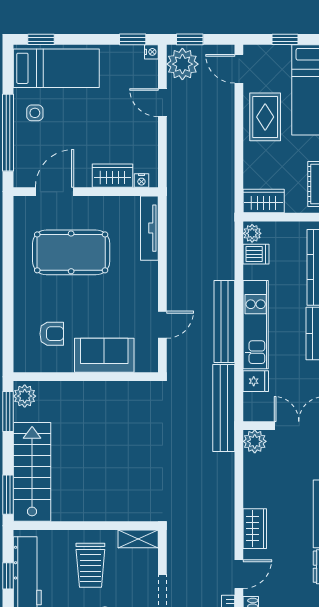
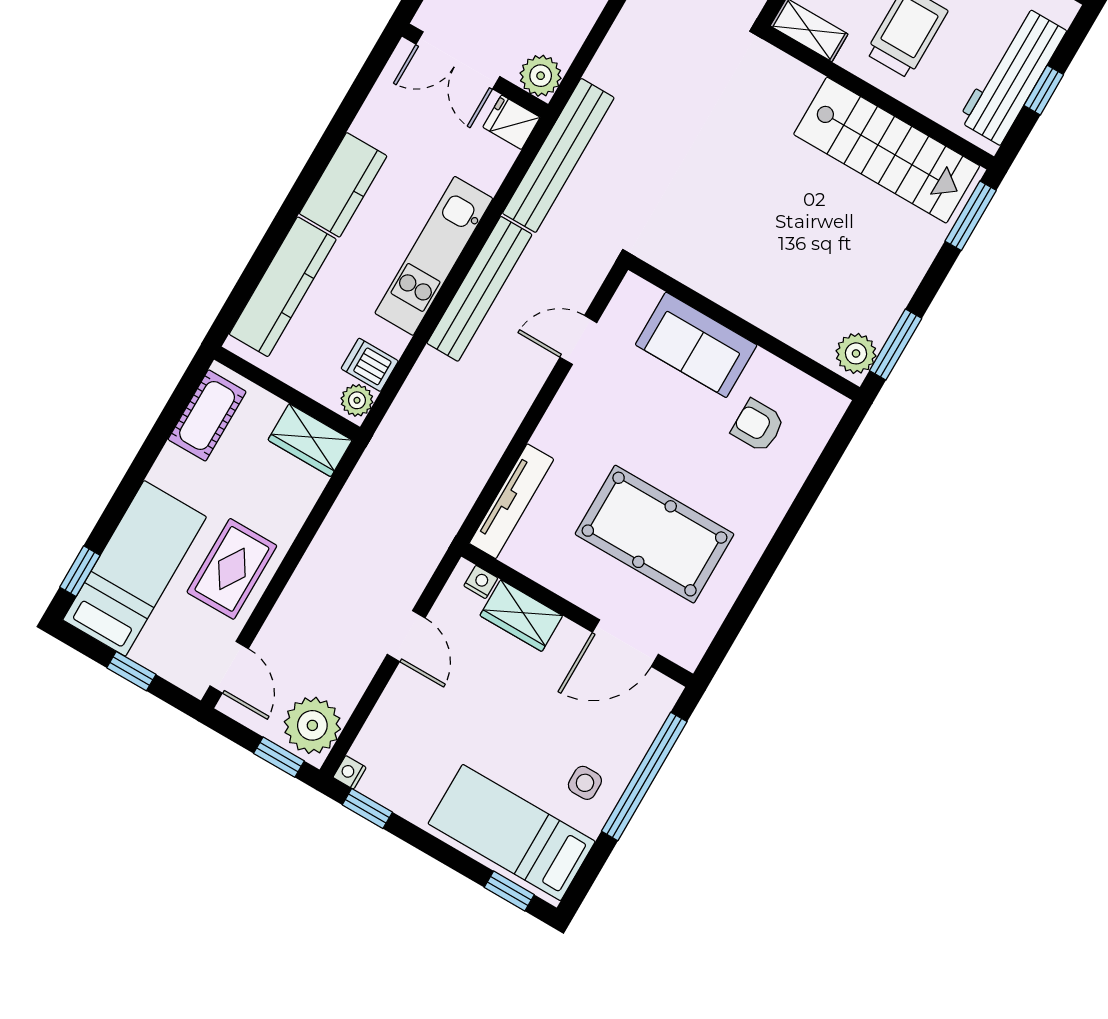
door: (162, 103) -> (406, 636), moved
fridge: (256, 381) -> (511, 122), moved
stairs: (32, 472) -> (887, 150), moved, turned -90

